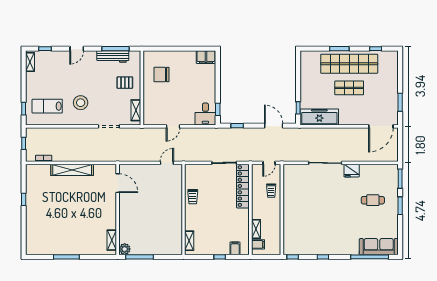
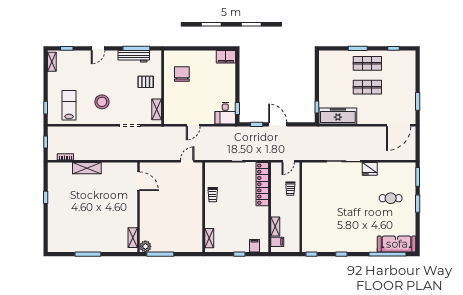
shop shelf: (349, 64) -> (367, 63), width x0.50, depth x0.74
chair: (161, 75) -> (182, 74), turned 90
lab bench: (47, 106) -> (69, 105), turned 90
door: (274, 126) -> (278, 124), moved
shelving: (72, 170) -> (87, 168), width x0.68

